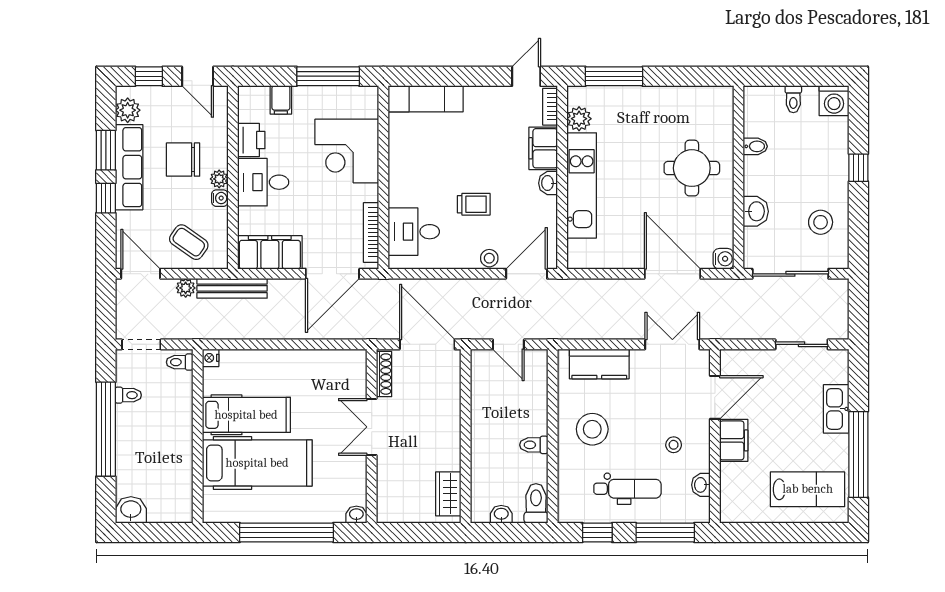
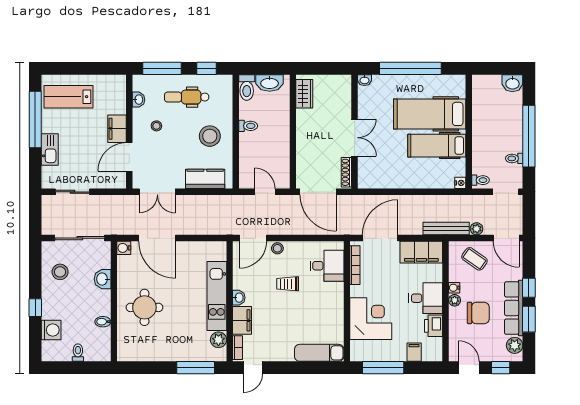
washing machine: (834, 101) -> (51, 330), moved, turned 90
washbasin: (501, 514) -> (270, 83), width x1.91, depth x1.45

